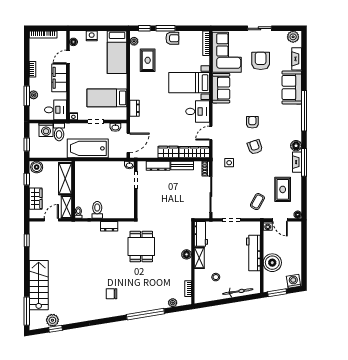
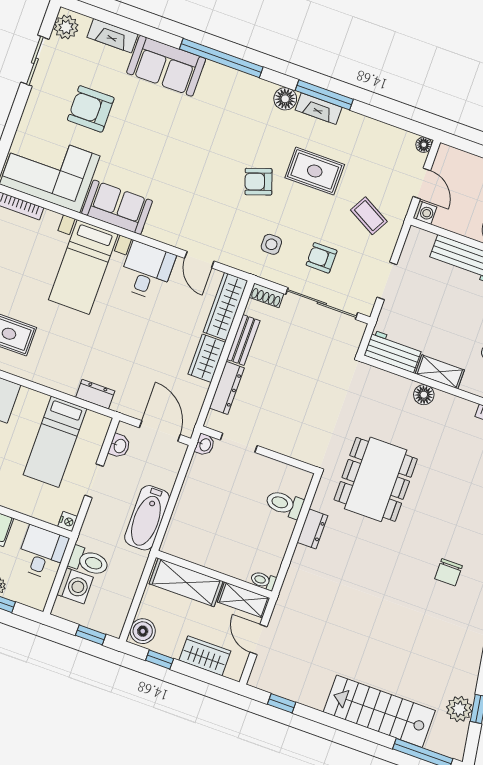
sliding door: (259, 28) -> (35, 61), moved
armchair: (252, 122) -> (322, 258), moved
bathtub: (88, 148) -> (147, 518), width x0.73, depth x0.73
rug: (283, 189) -> (315, 171), moved
toilet: (97, 210) -> (284, 504), moved
door: (280, 220) -> (422, 184), hinge flipped
dining table: (141, 247) -> (376, 479), width x1.38

